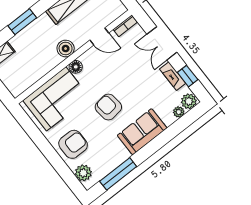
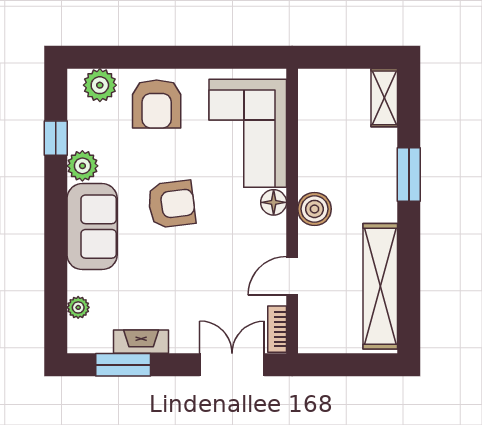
double door: (162, 43) -> (232, 365), moved
window: (188, 76) -> (123, 365), width x1.50
plant: (189, 101) -> (82, 166), moved
window: (118, 174) -> (56, 138), width x0.46

